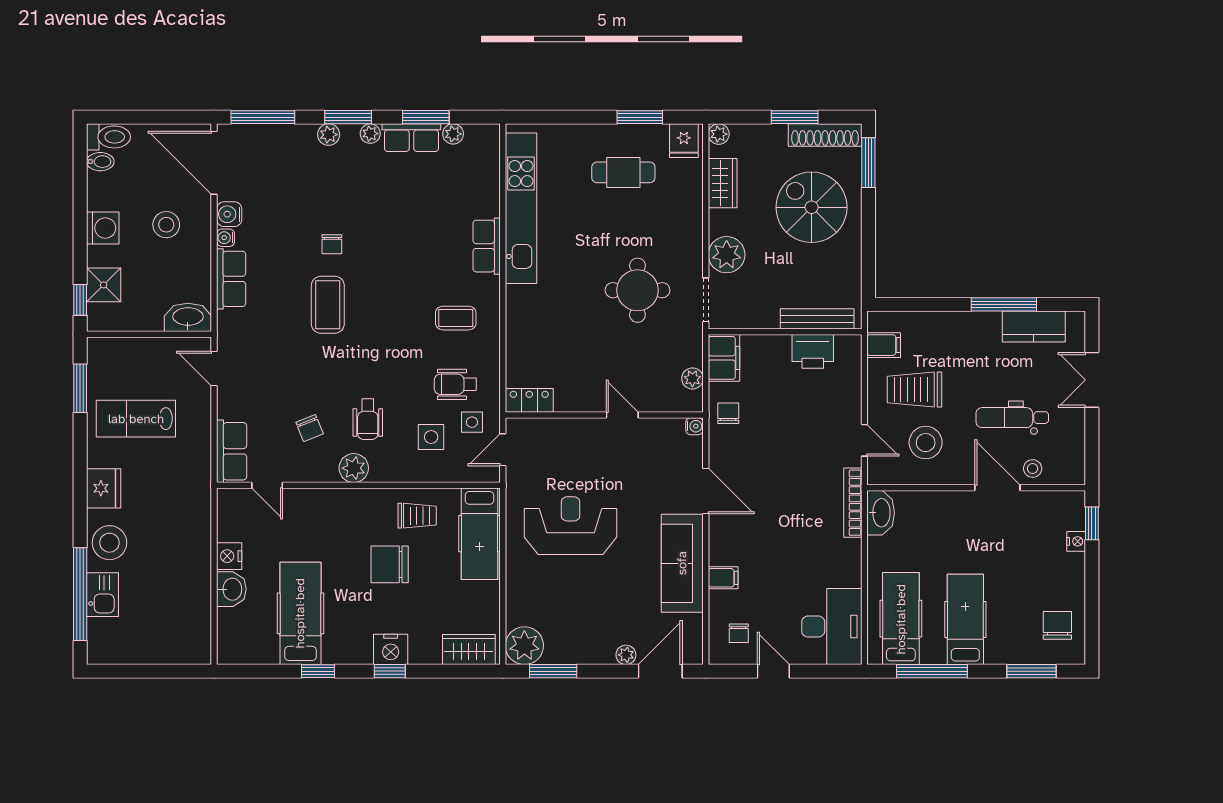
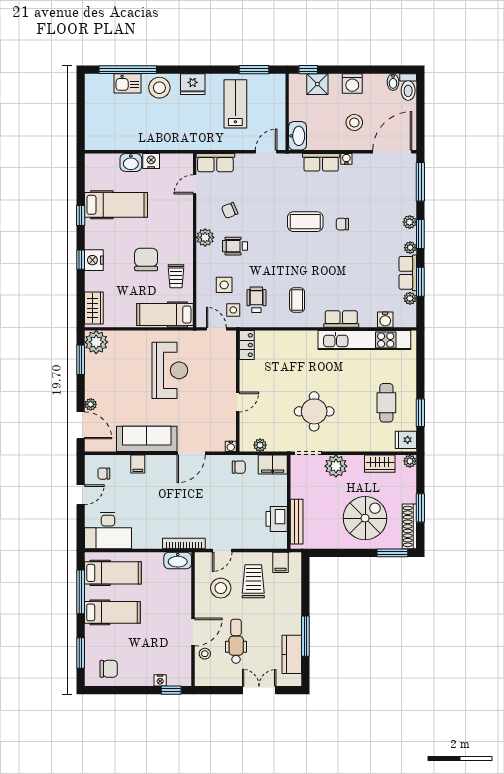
water cooler: (229, 214) -> (385, 320), moved, turned 180

